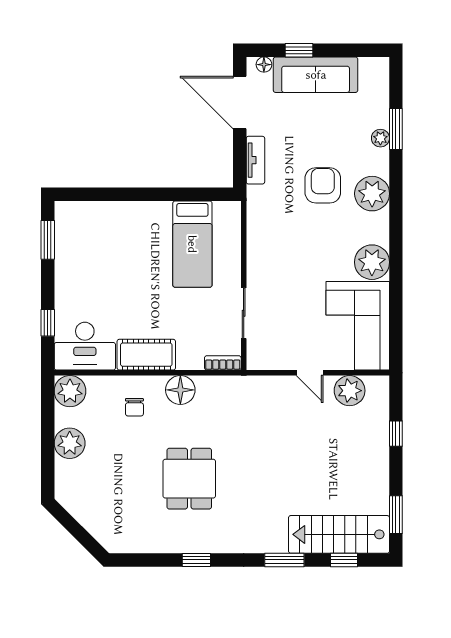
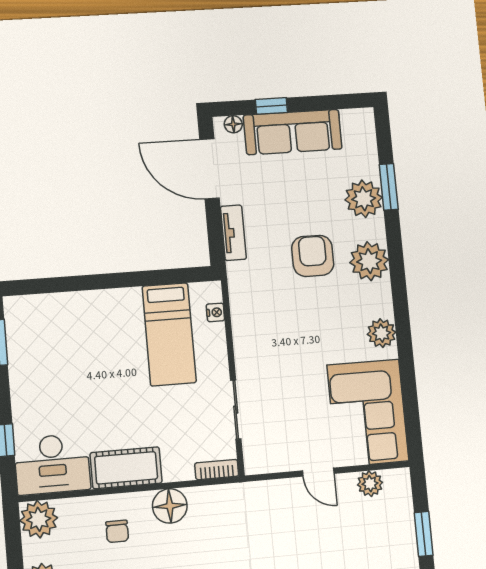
plant: (380, 138) -> (364, 199), width x1.88, depth x1.88
nightstand: (234, 228) -> (215, 312), added
plant: (372, 262) -> (382, 333), width x0.73, depth x0.73
plant: (350, 391) -> (370, 484), width x0.73, depth x0.73
window: (396, 434) -> (424, 534), width x1.50

